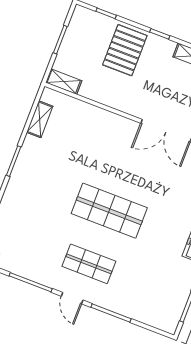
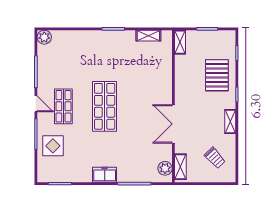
pallet: (125, 50) -> (217, 75), turned 90
display table: (135, 297) -> (53, 146), added
door: (72, 298) -> (36, 104), swing flipped

